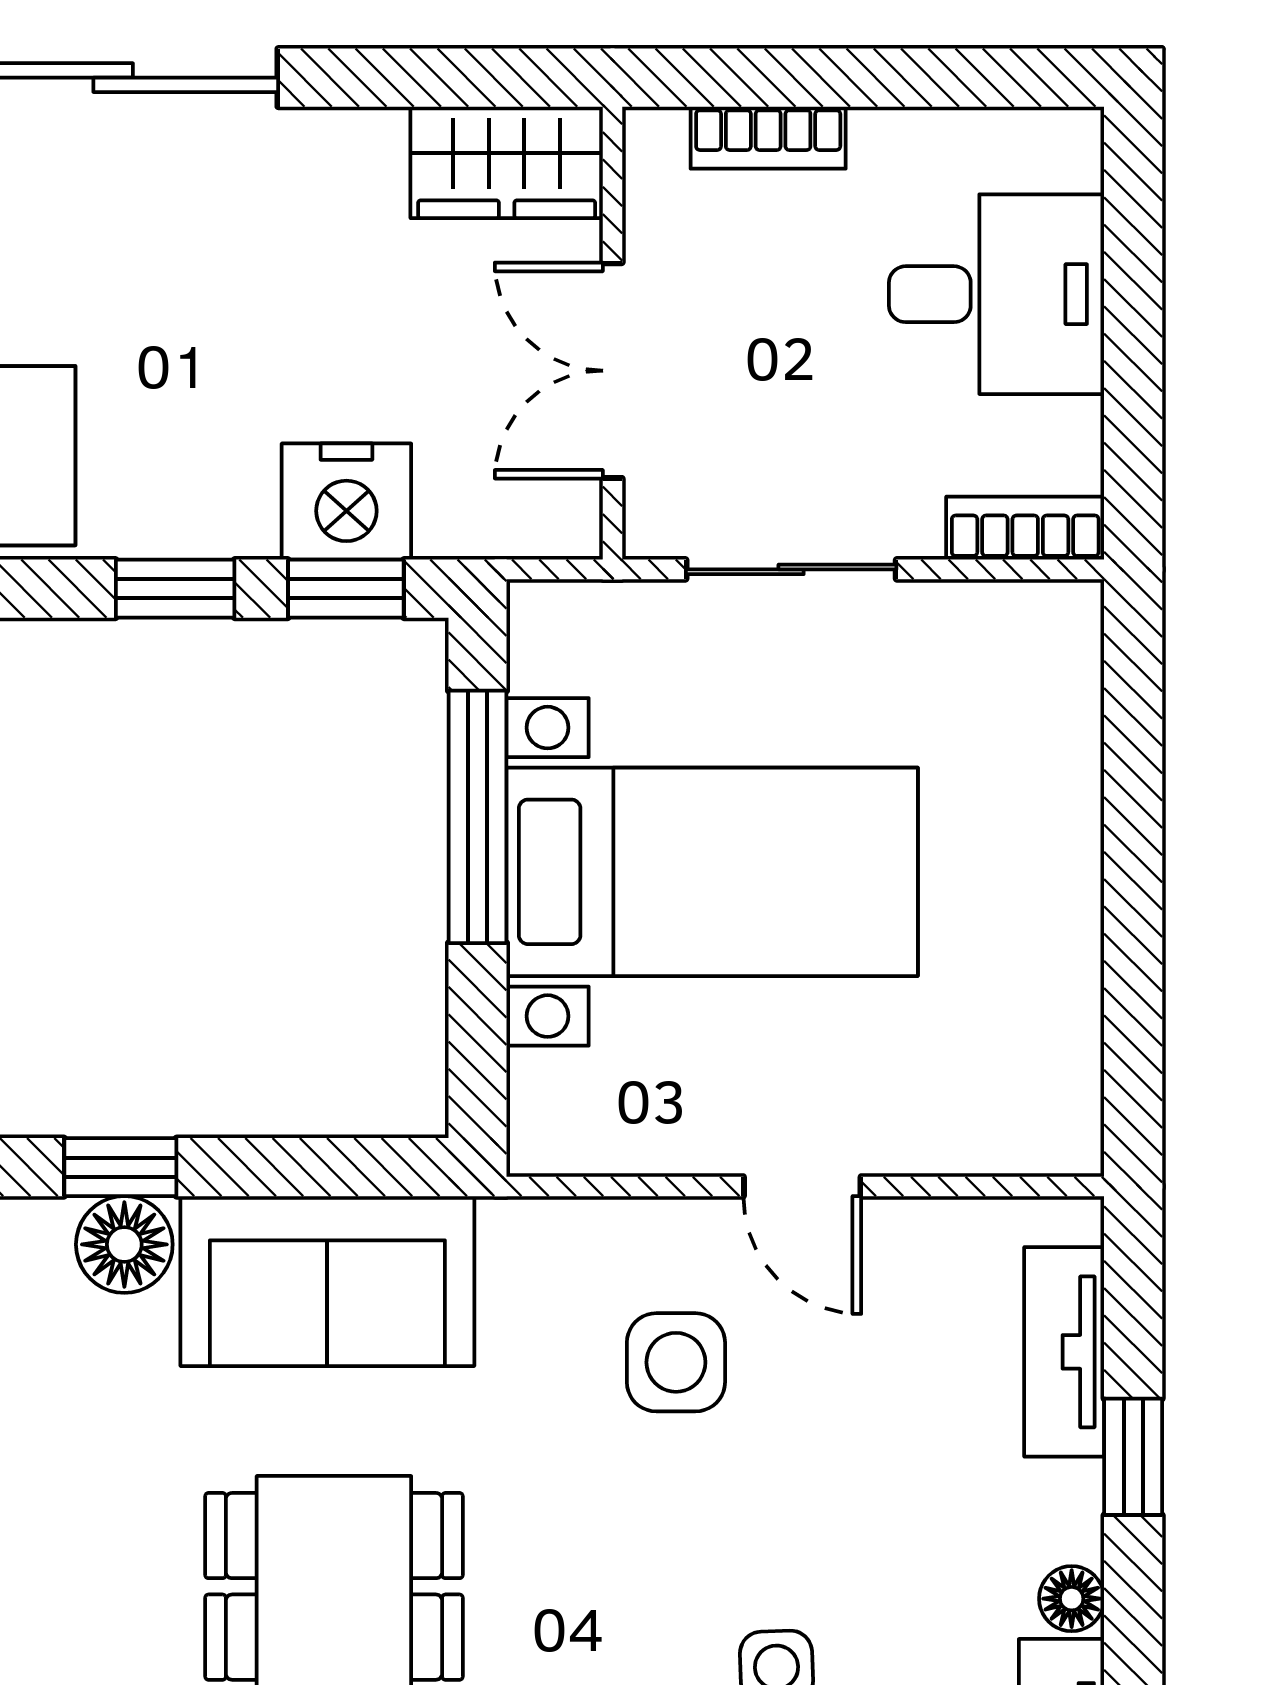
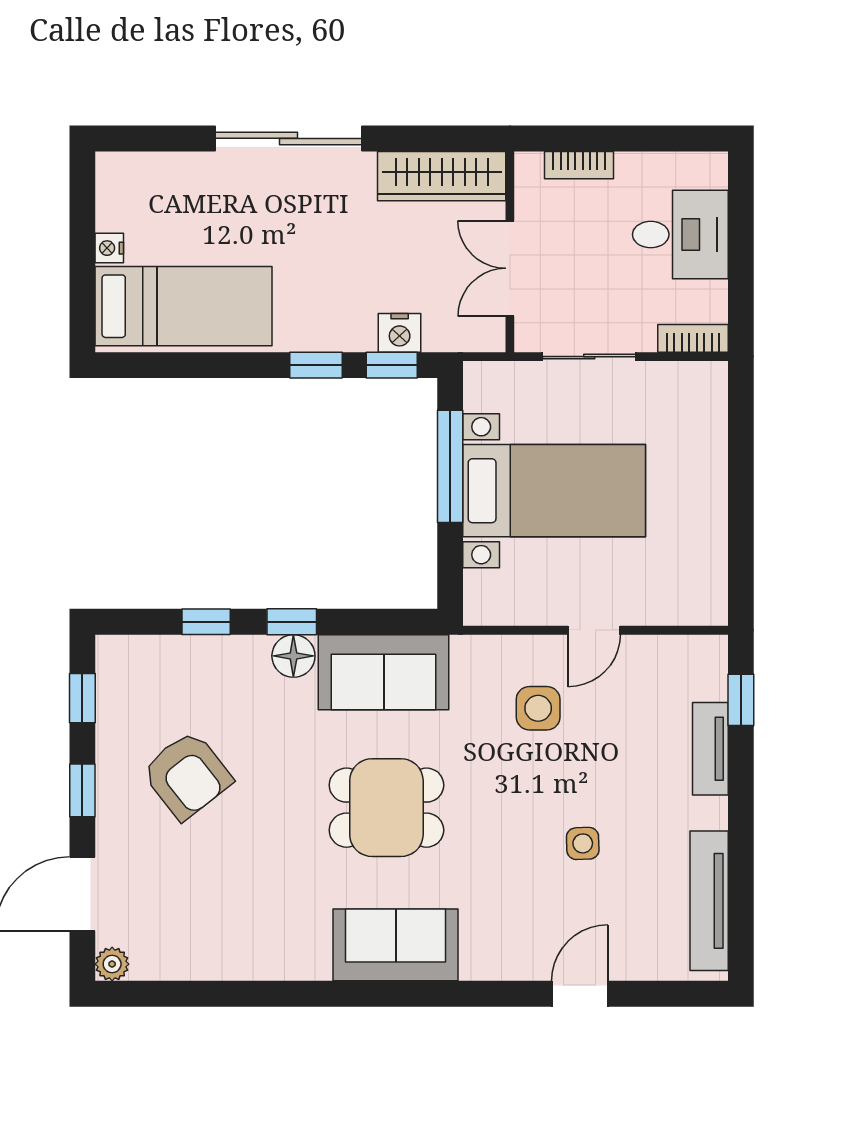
wardrobe: (507, 162) -> (442, 176), width x1.50
nightstand: (346, 502) -> (400, 333), width x0.74, depth x0.75
door: (802, 1186) -> (594, 630), hinge flipped
tv unit: (1064, 1352) -> (710, 749), moved
window: (1133, 1457) -> (741, 700), moved
floor lamp: (1072, 1599) -> (714, 813), removed

